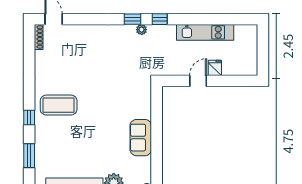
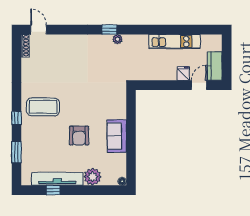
window: (160, 19) -> (134, 30), removed
kitchen counter: (250, 60) -> (215, 66), added
door: (198, 81) -> (199, 85), moved
armchair: (99, 137) -> (79, 136), added

